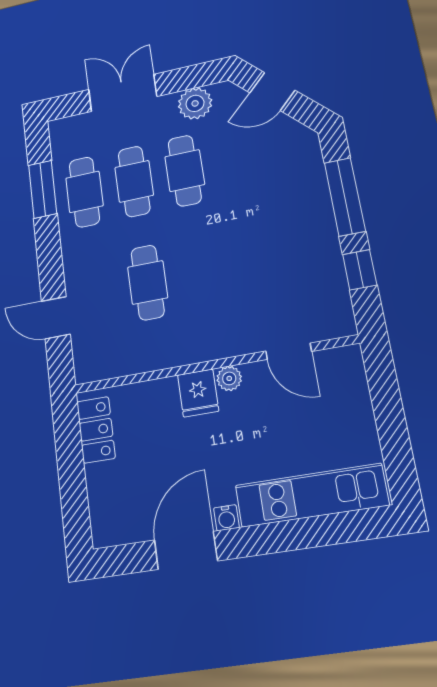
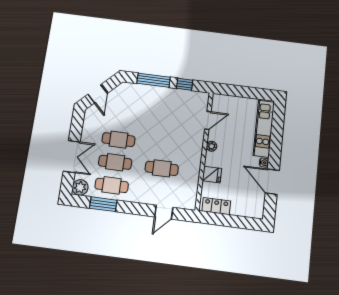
double door: (123, 93) -> (72, 157), swing flipped
plant: (195, 103) -> (80, 187), moved
fridge: (198, 393) -> (212, 175), moved

